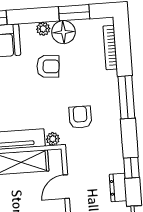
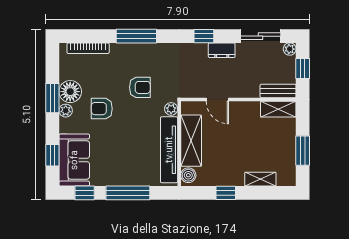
window: (74, 13) -> (52, 98), moved
armchair: (48, 66) -> (102, 109), turned -95
armchair: (80, 117) -> (140, 87), moved, turned 180

